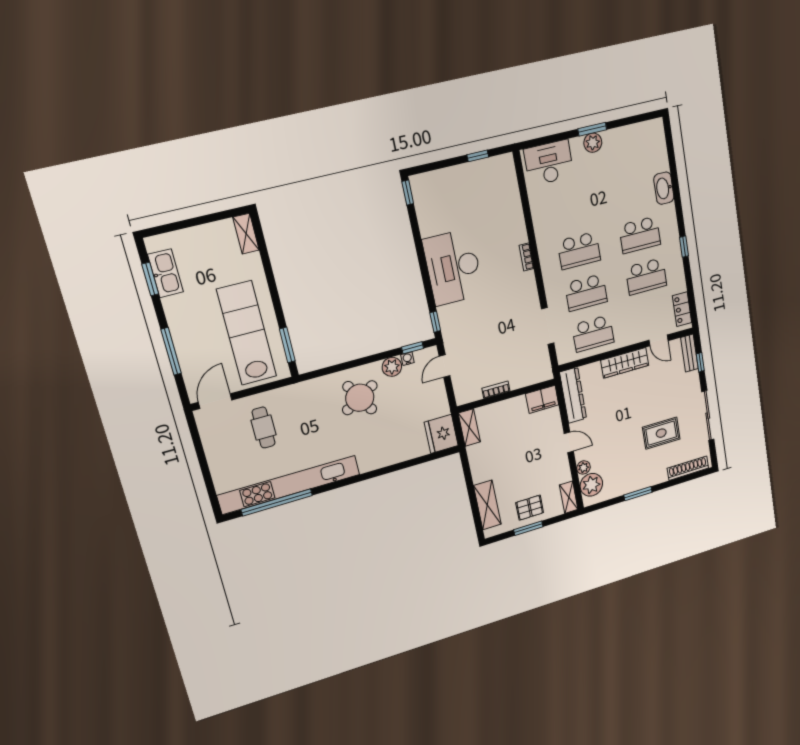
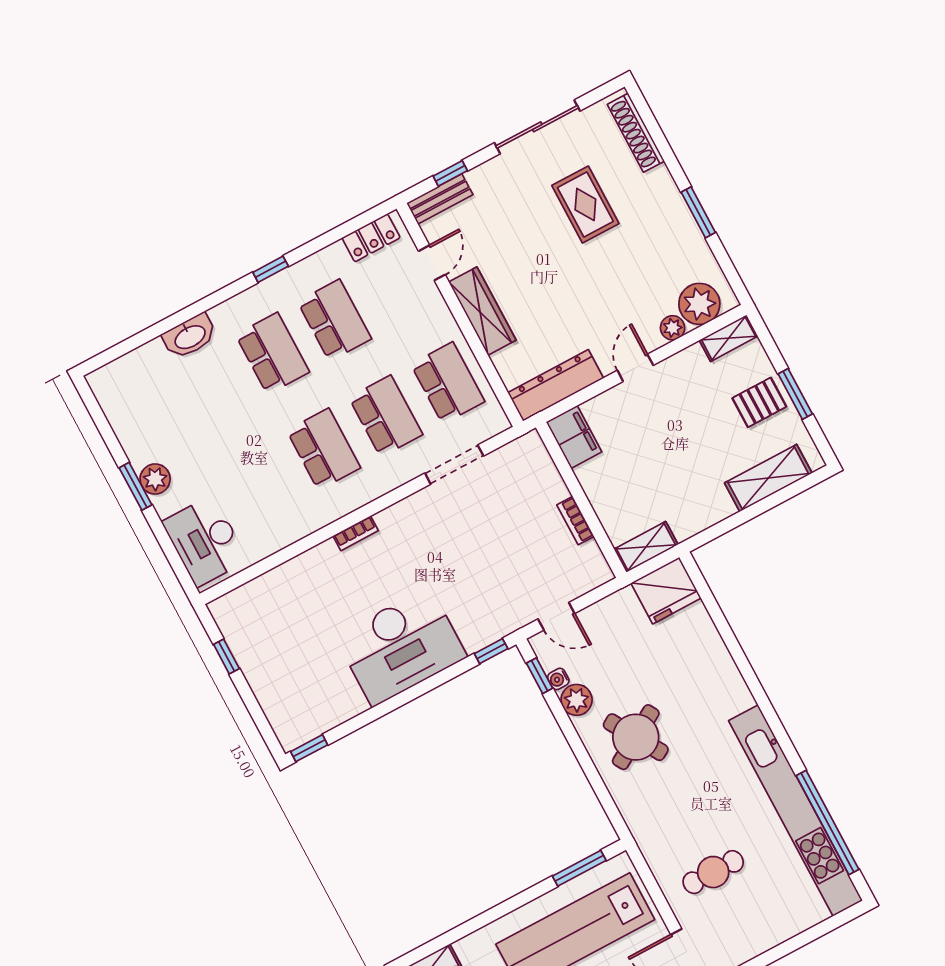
pallet: (530, 508) -> (759, 402), turned 90

